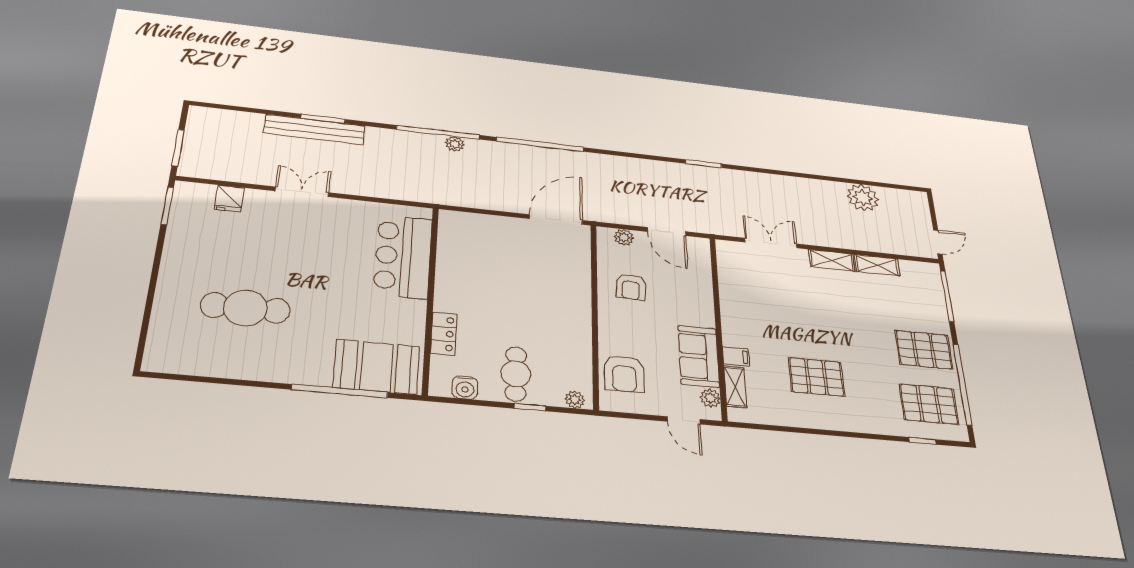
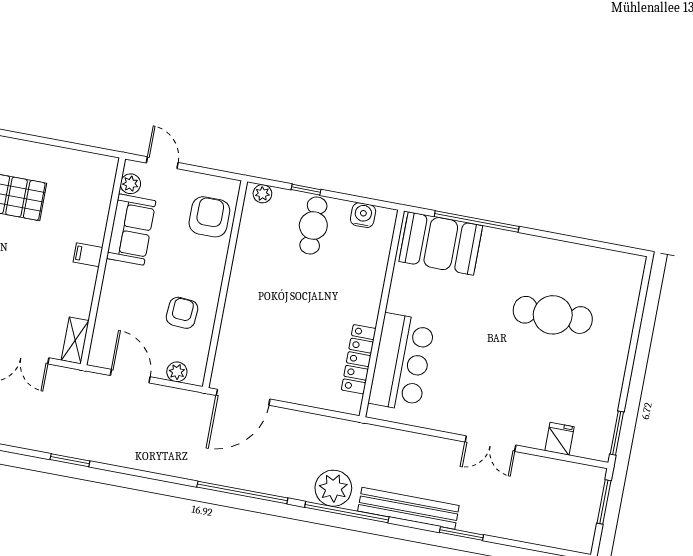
bench: (315, 129) -> (408, 508), moved
plant: (455, 144) -> (333, 488), width x1.87, depth x1.87
locker: (444, 334) -> (359, 359), moved, width x1.53
filing cabinet: (736, 356) -> (88, 255), moved
shelving: (735, 387) -> (75, 340), moved

